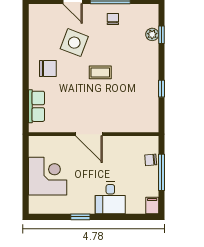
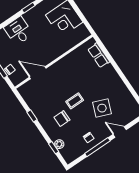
chair: (48, 69) -> (62, 119), moved
door: (89, 134) -> (38, 73), moved

